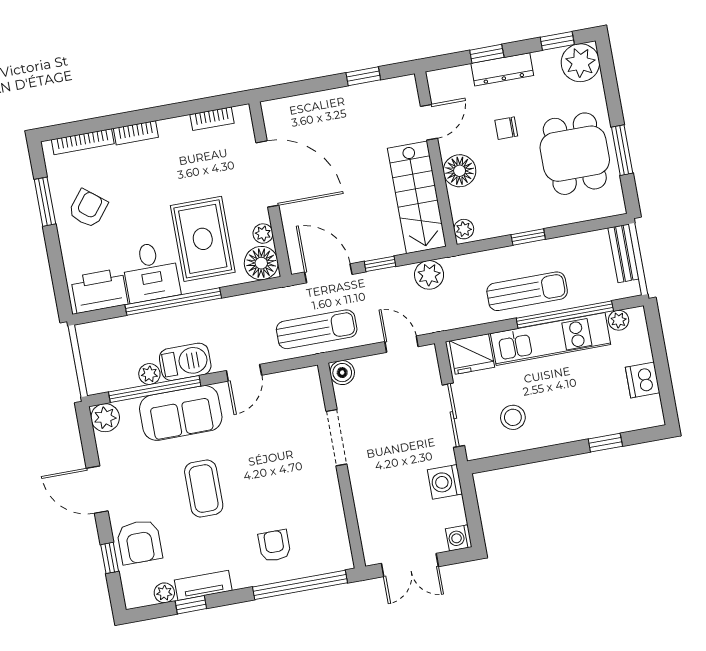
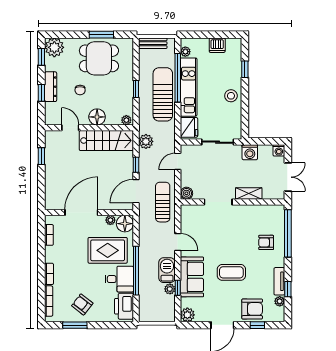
sun lounger: (527, 291) -> (163, 94), width x1.36, depth x1.34
window: (155, 389) -> (178, 288), width x0.32
stool: (513, 417) -> (231, 96), moved
shelving: (364, 494) -> (249, 193), added

